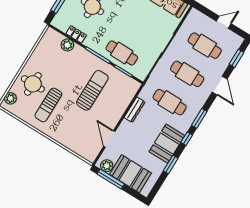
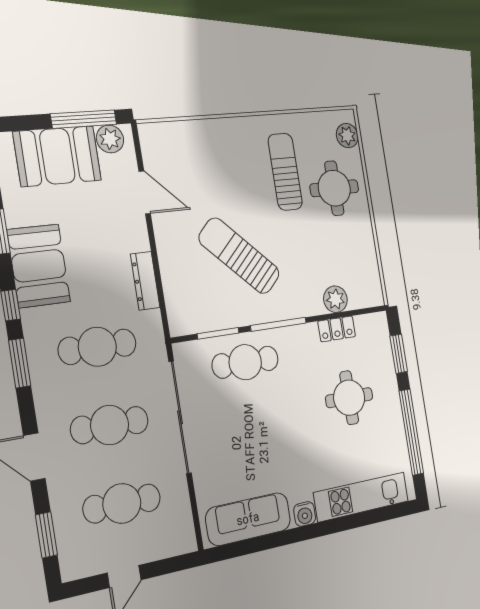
sun lounger: (92, 90) -> (239, 256), turned 135

